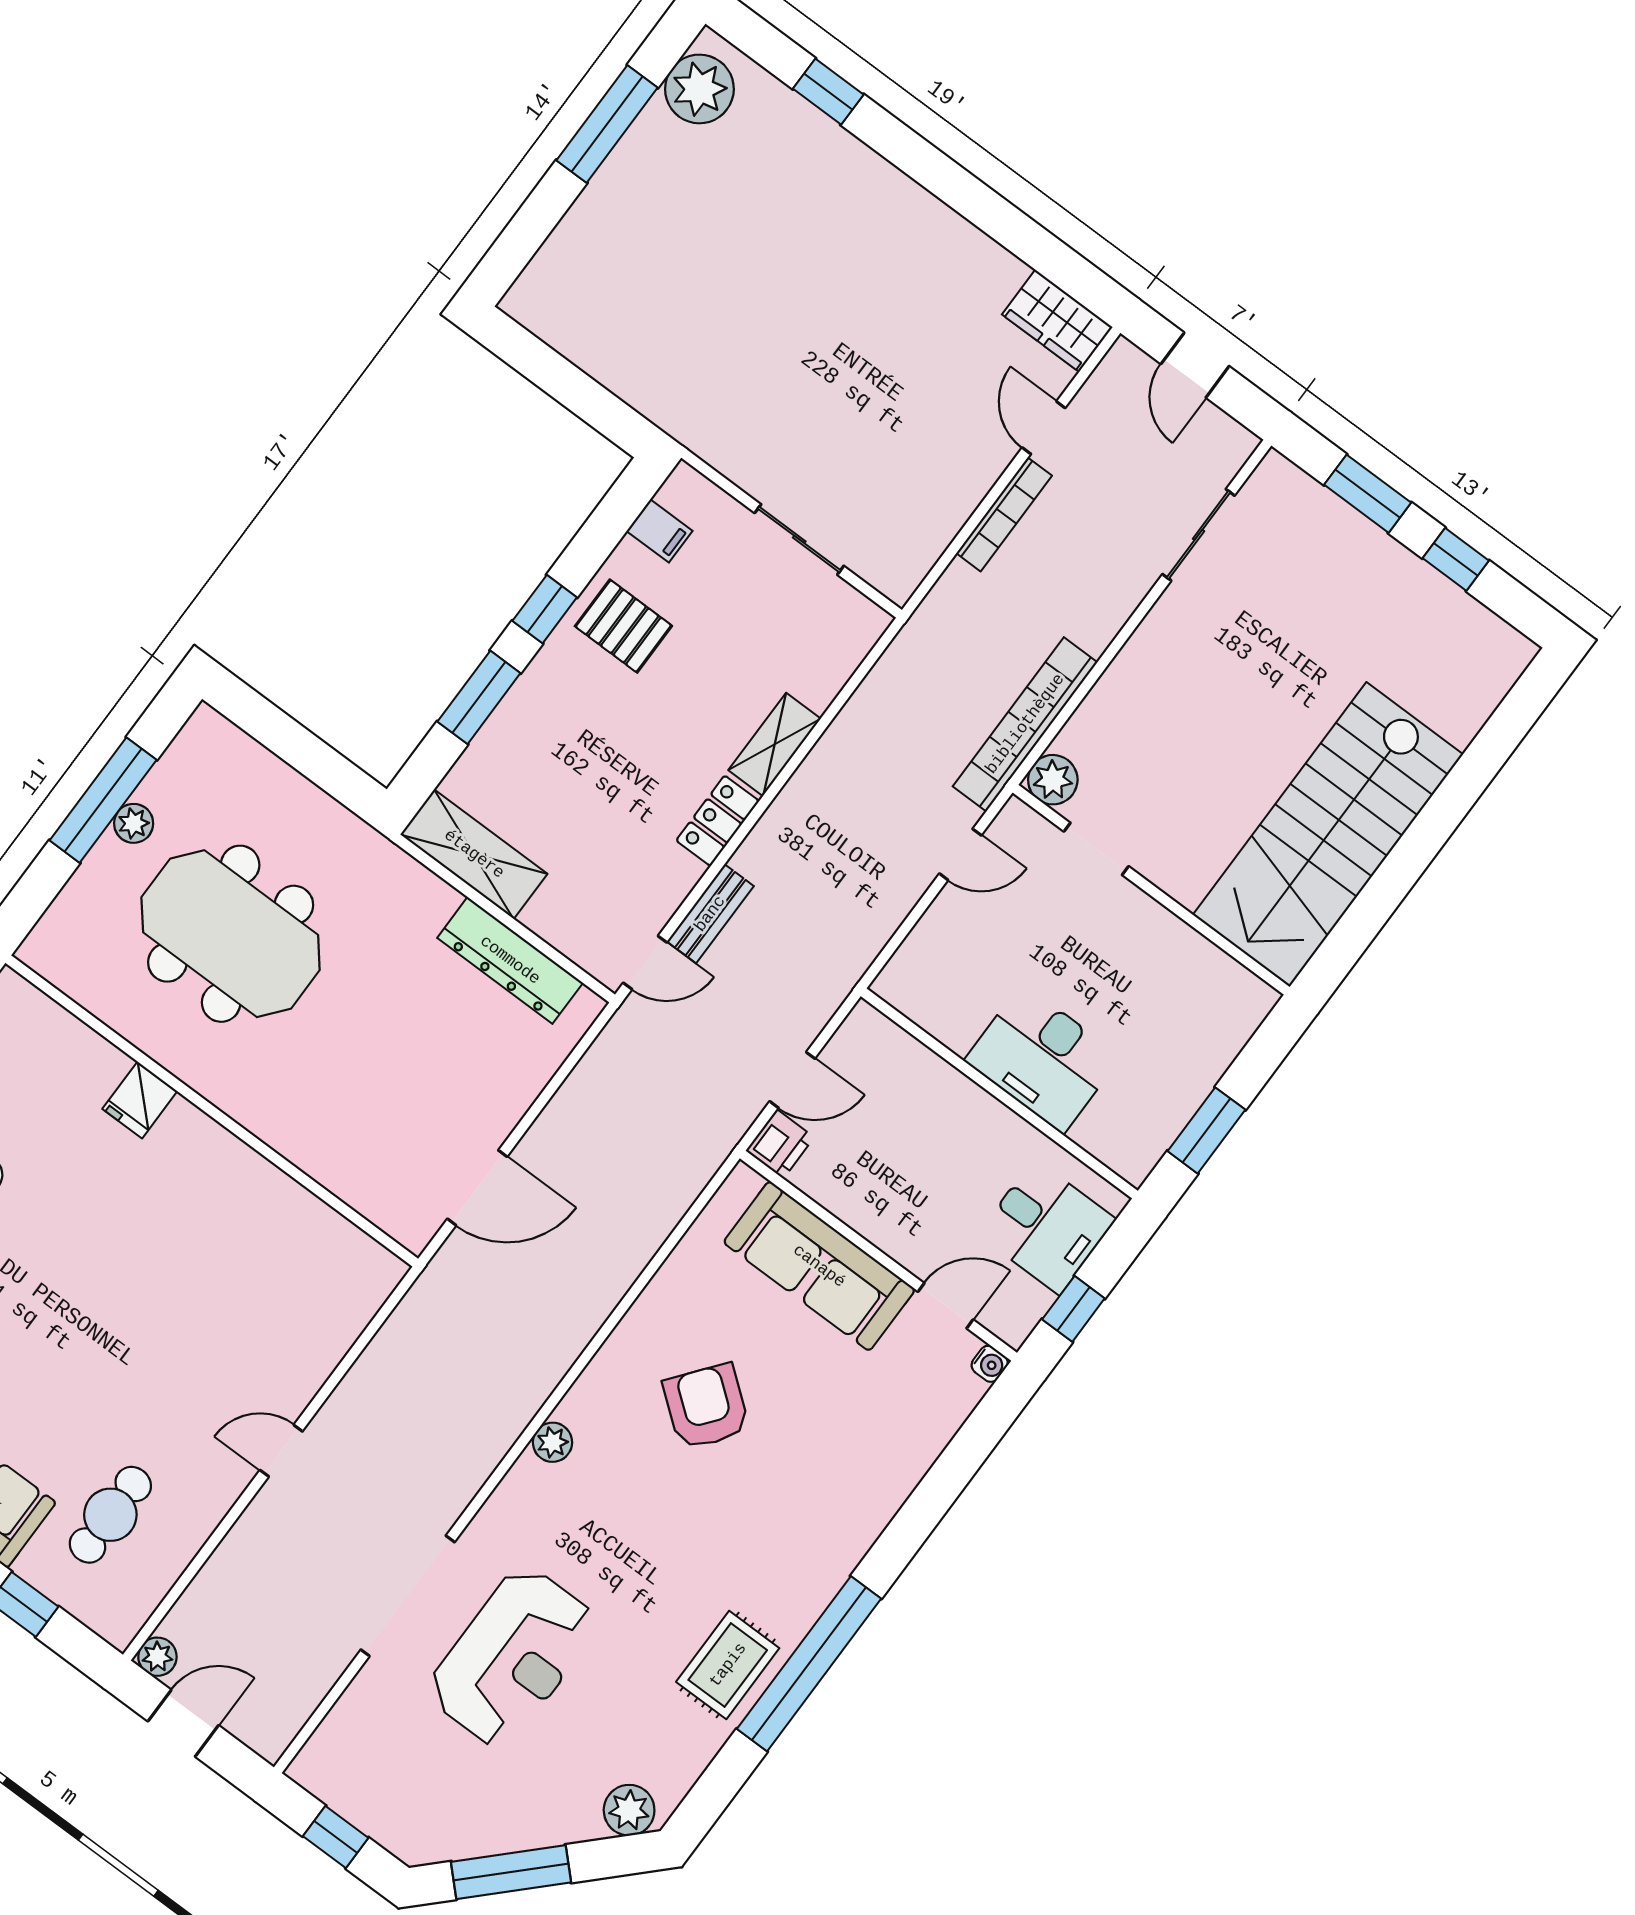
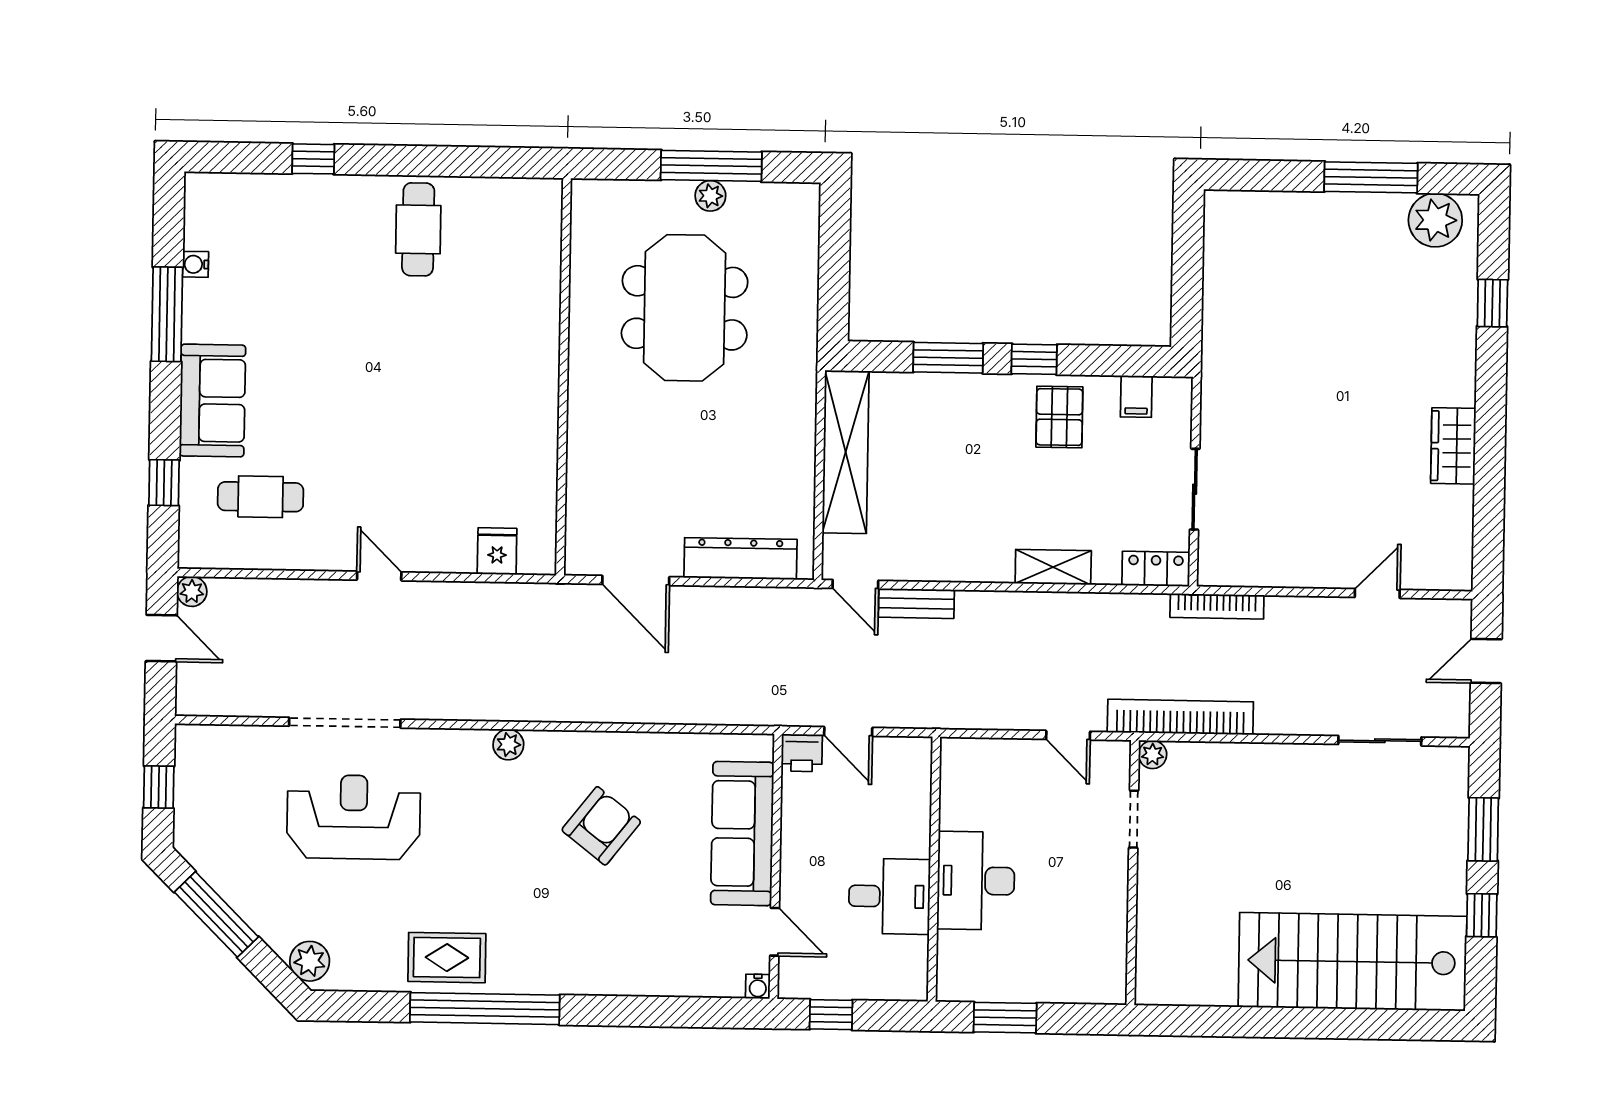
wardrobe: (1057, 321) -> (1453, 446), moved
bookcase: (1004, 514) -> (1217, 606), moved
plant: (1053, 780) -> (1153, 755), width x0.73, depth x0.73
locker: (718, 821) -> (1156, 569), moved
stairs: (1328, 835) -> (1352, 962), moved
shelving: (474, 854) -> (846, 452), width x1.47
dresser: (510, 960) -> (741, 559), moved, turned 90
fridge: (140, 1100) -> (497, 551), moved, turned 90
desk: (1047, 1227) -> (889, 896), moved, turned -90
reception desk: (512, 1657) -> (354, 817), turned 180

